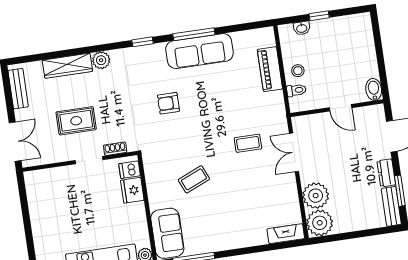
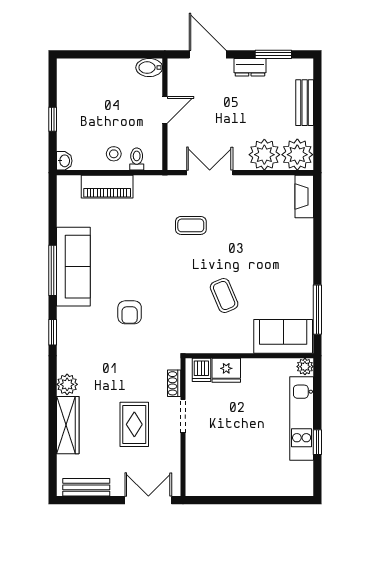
washbasin: (302, 28) -> (64, 161), moved
coffee table: (248, 143) -> (191, 225), turned 90
double door: (294, 152) -> (210, 173), swing flipped
bench: (391, 206) -> (305, 103), moved, turned 90

